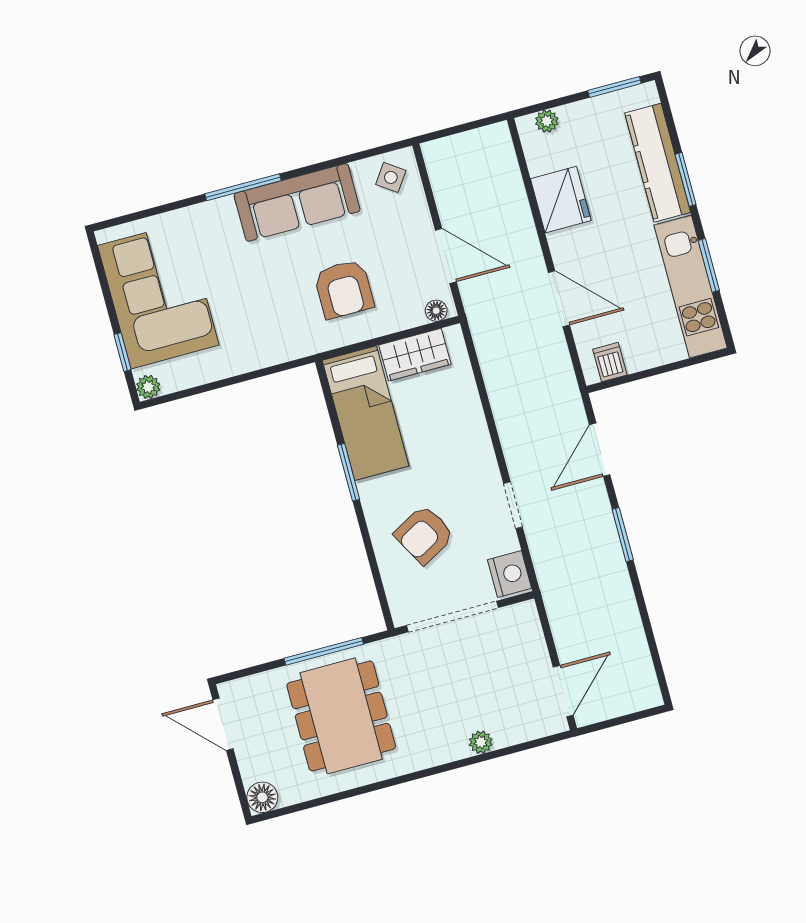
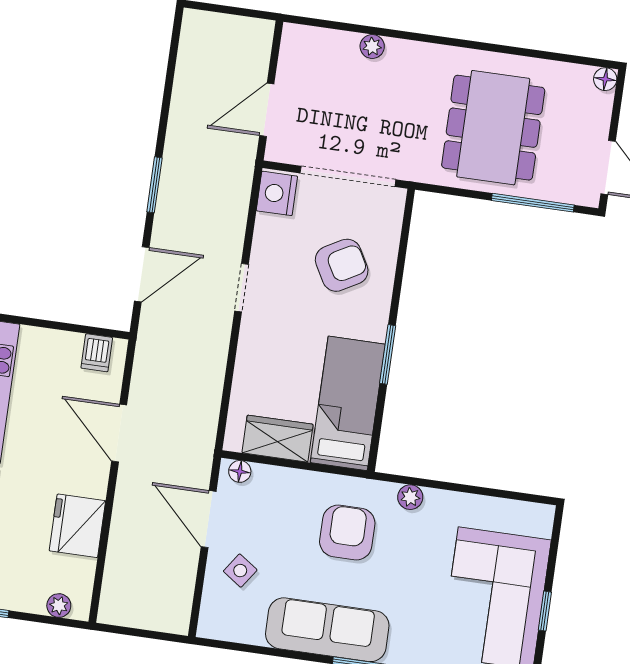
side table: (391, 177) -> (240, 571), moved
armchair: (344, 289) -> (347, 532), moved
window: (122, 352) -> (545, 611), moved
plant: (148, 387) -> (410, 497), moved
doorway: (513, 505) -> (241, 288), moved
window: (324, 651) -> (533, 203), moved
door: (563, 691) -> (267, 110), moved
floor lamp: (262, 797) -> (605, 79), width x0.73, depth x0.73

